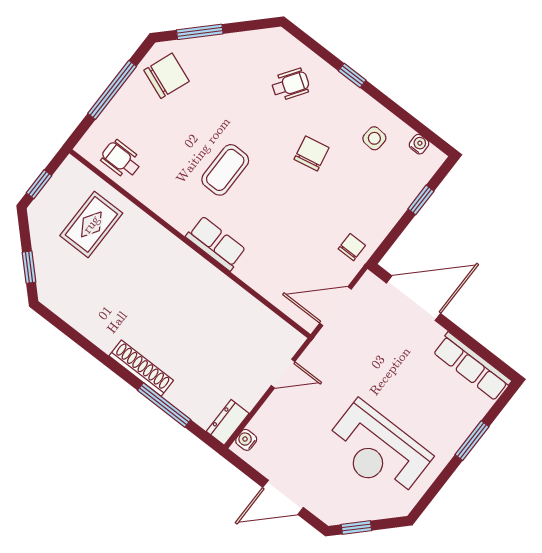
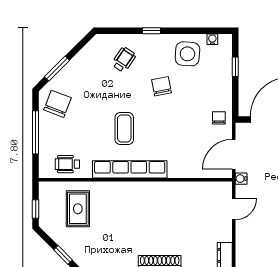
side table: (374, 138) -> (187, 54), width x1.87, depth x1.87
row of seats: (216, 243) -> (130, 169), width x2.02
water cooler: (246, 440) -> (241, 179), moved

